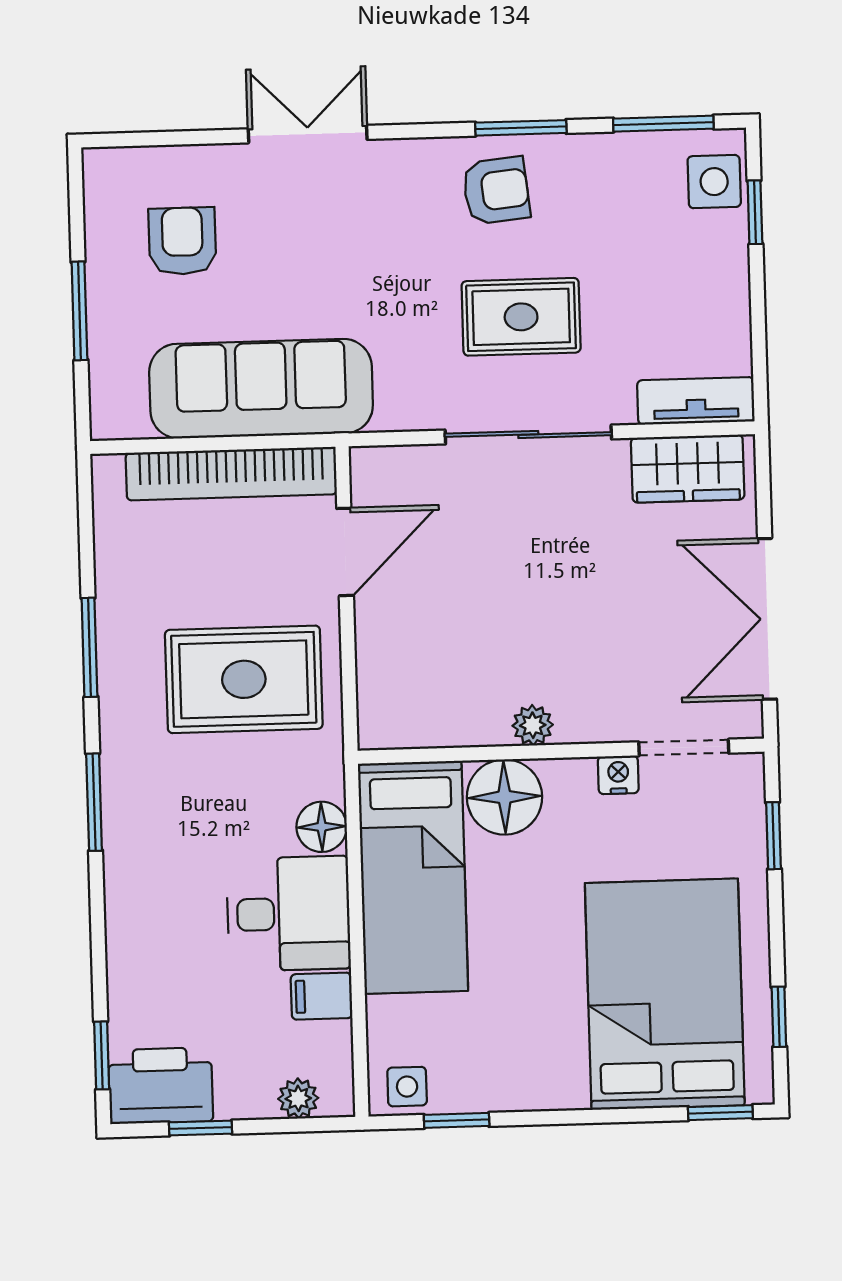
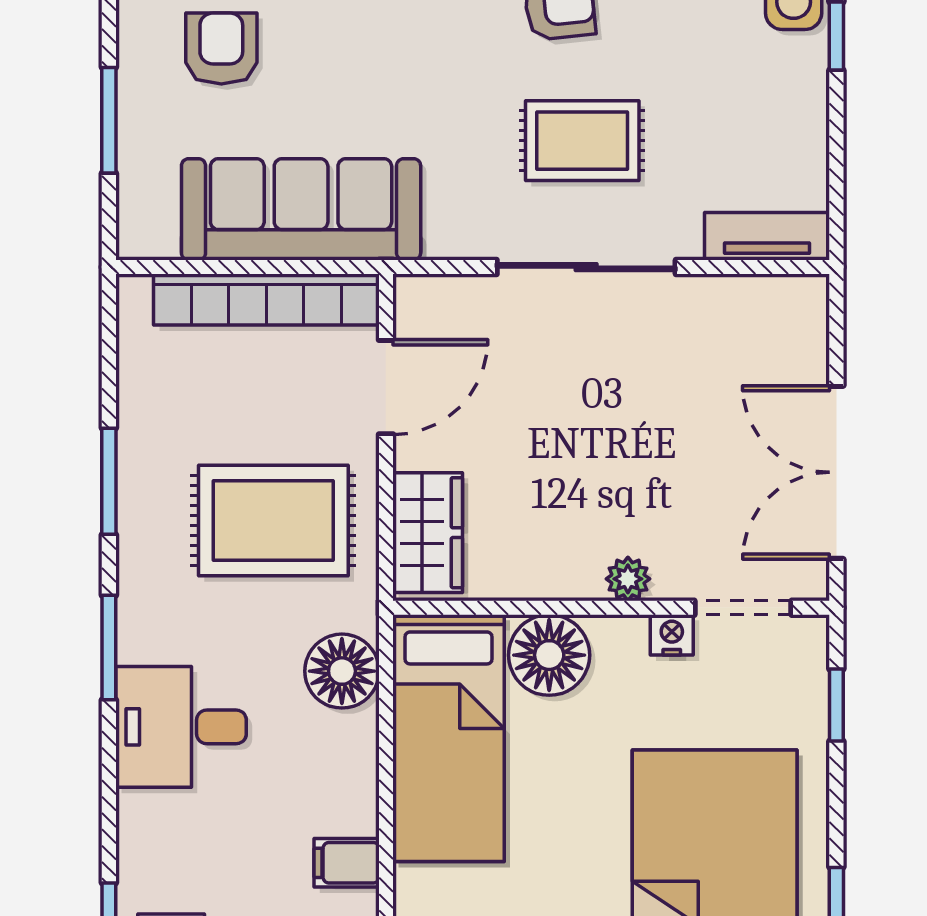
wardrobe: (688, 469) -> (428, 533), moved, turned -90
plant: (533, 725) -> (628, 579), moved
floor lamp: (322, 827) -> (342, 671), width x1.38, depth x1.38
desk: (289, 914) -> (181, 727), moved, turned 180

